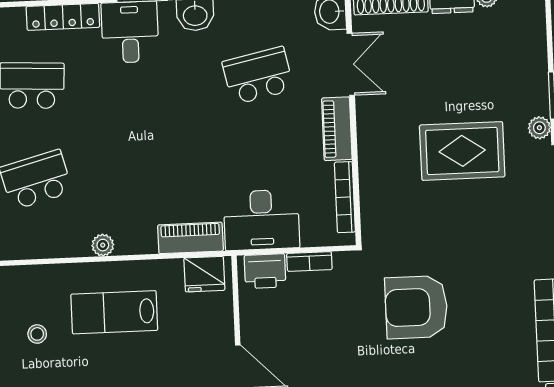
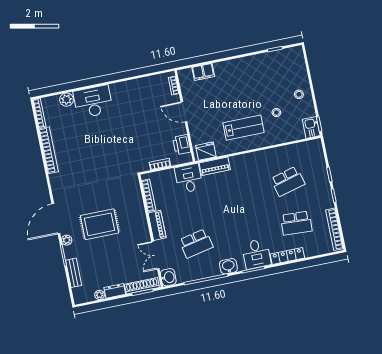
bench: (536, 54) -> (74, 273), added
desk: (261, 220) -> (189, 178), width x0.73
plant: (103, 245) -> (253, 157), removed
printer: (265, 271) -> (182, 145), moved, turned -90
armchair: (416, 307) -> (109, 151), removed

